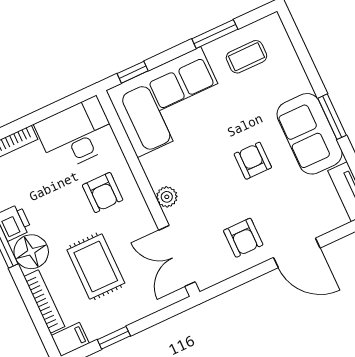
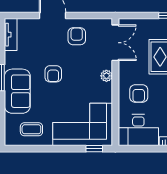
window: (215, 34) -> (42, 149), removed
sofa: (310, 134) -> (17, 91), moved
armchair: (103, 193) -> (139, 94), turned 180

